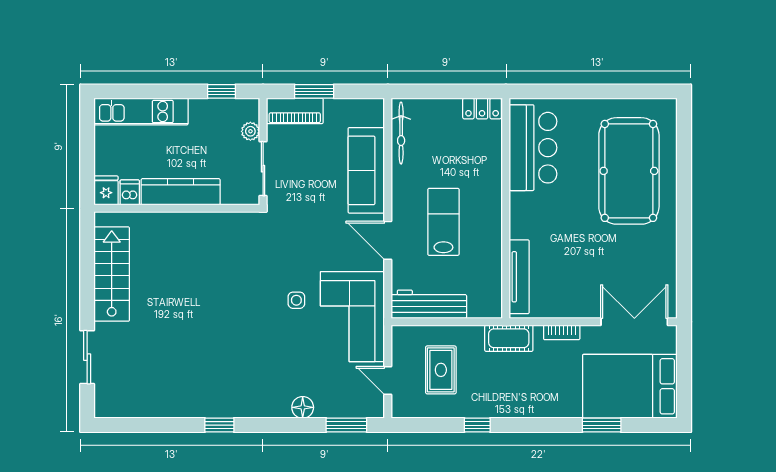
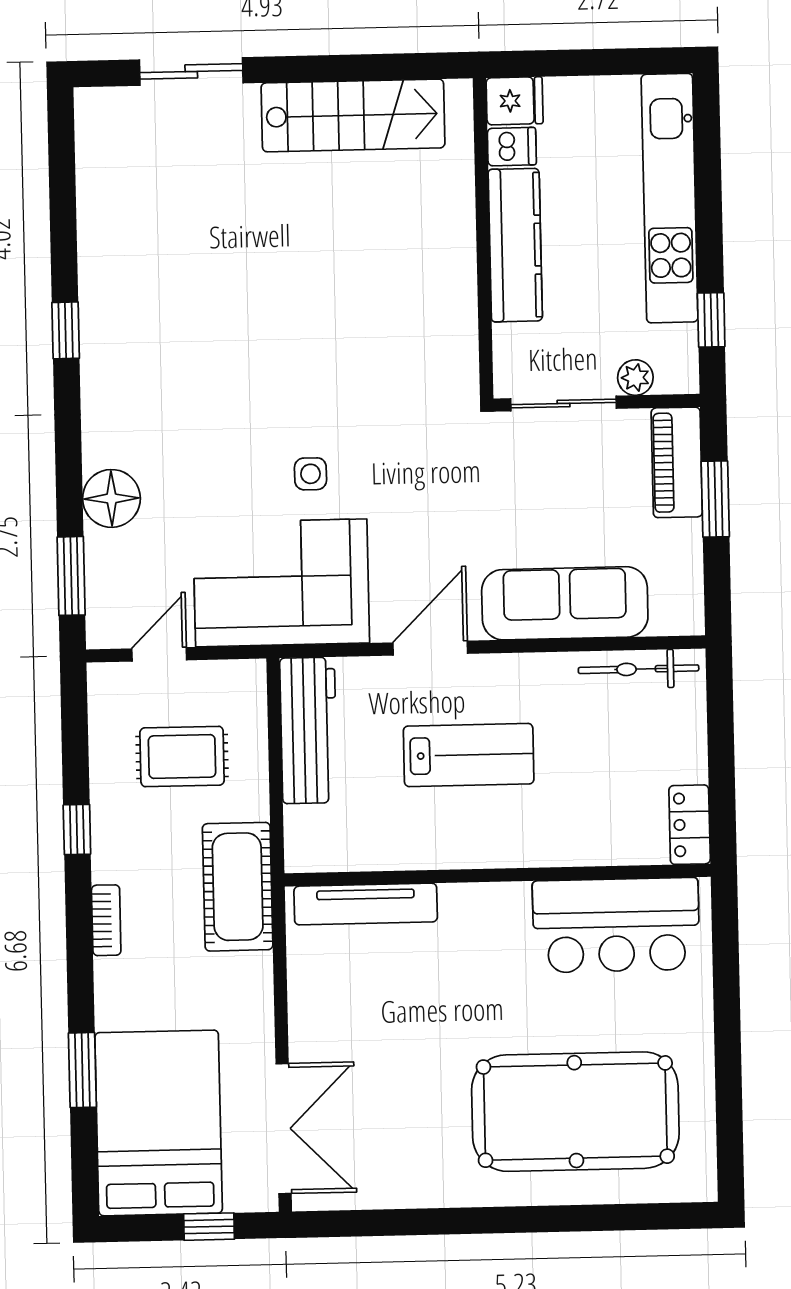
kitchen unit: (141, 112) -> (670, 198), width x1.36
bookcase: (562, 332) -> (106, 920), moved, turned 180
cot: (509, 338) -> (238, 887), width x1.37, depth x1.34
window: (684, 361) -> (209, 1227), added
floor lamp: (303, 407) -> (111, 498), width x1.38, depth x1.38

